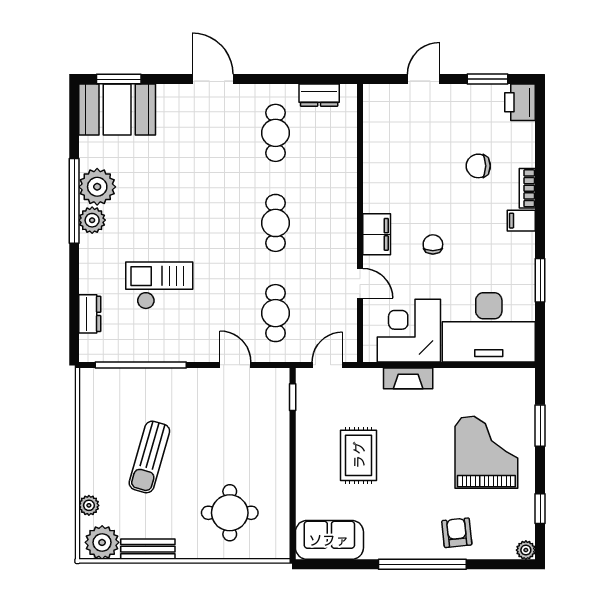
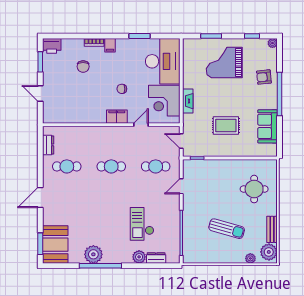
plant: (92, 220) -> (139, 257), moved
sofa: (329, 540) -> (267, 126), moved

